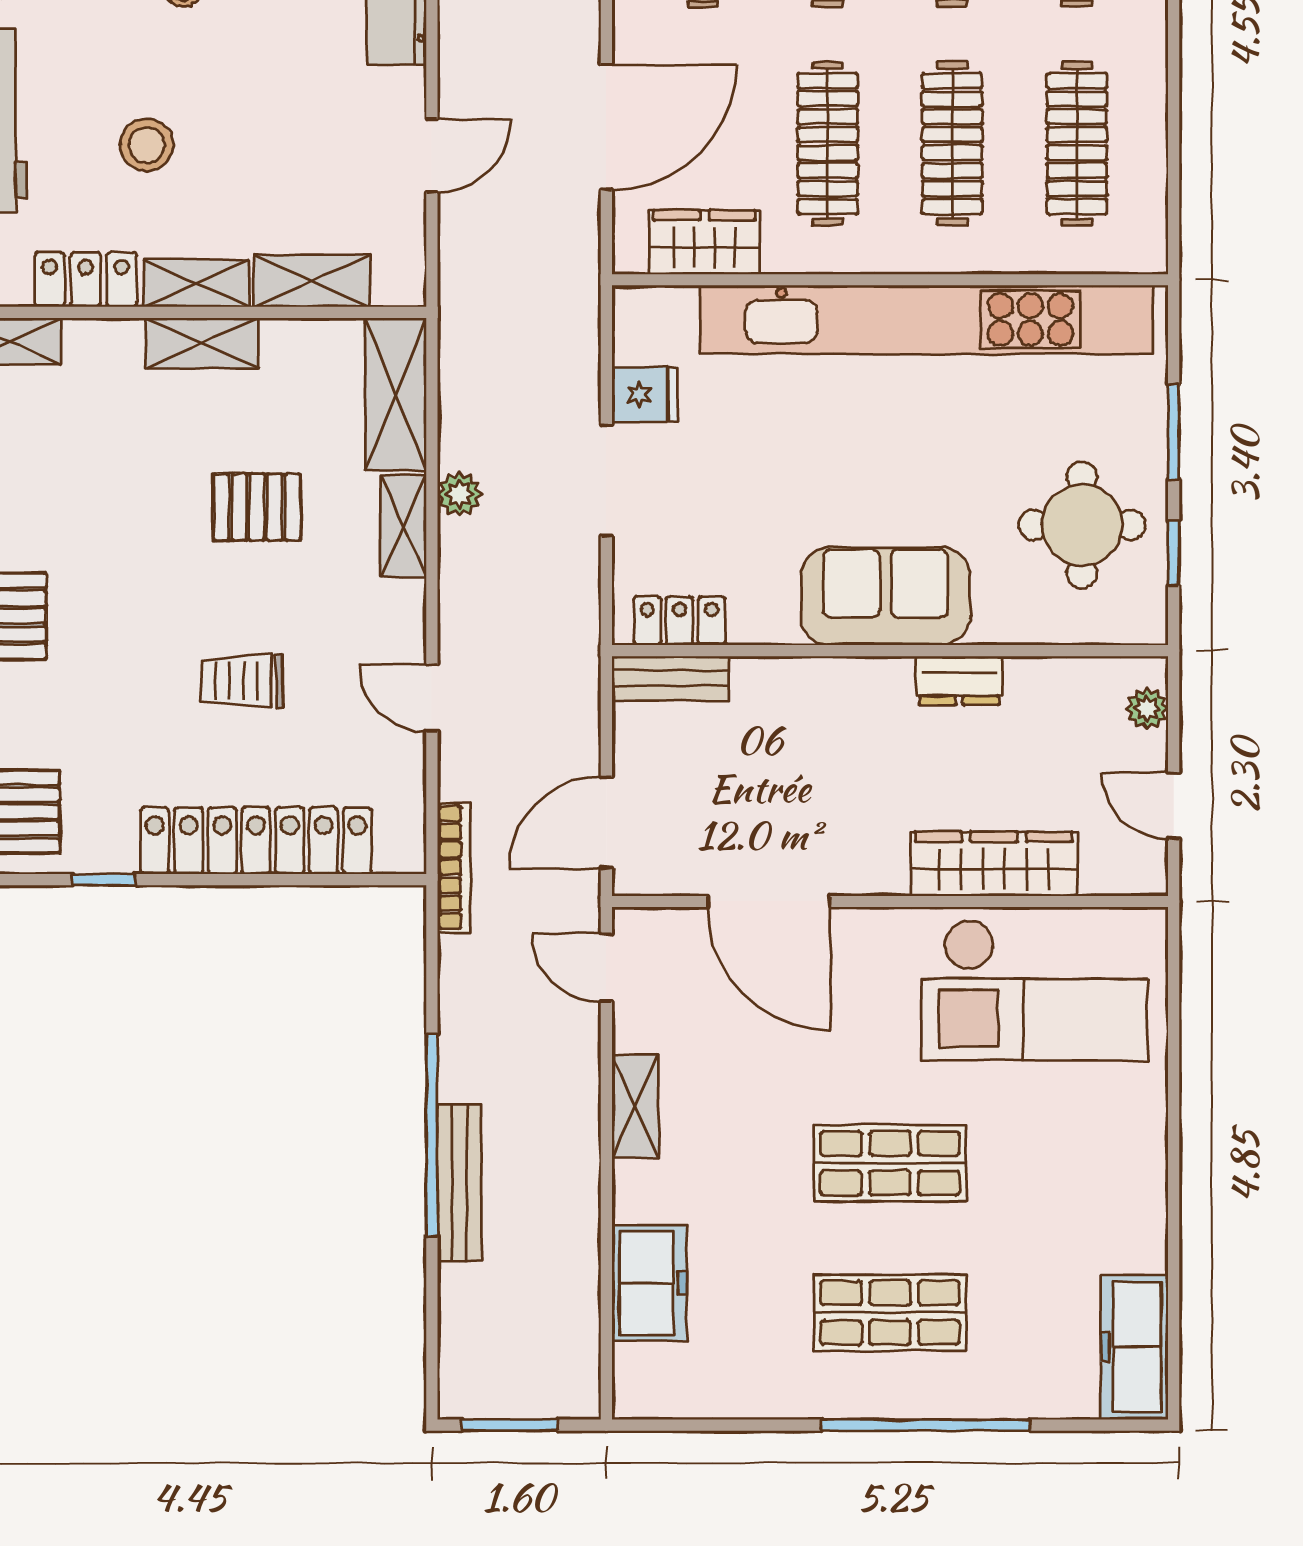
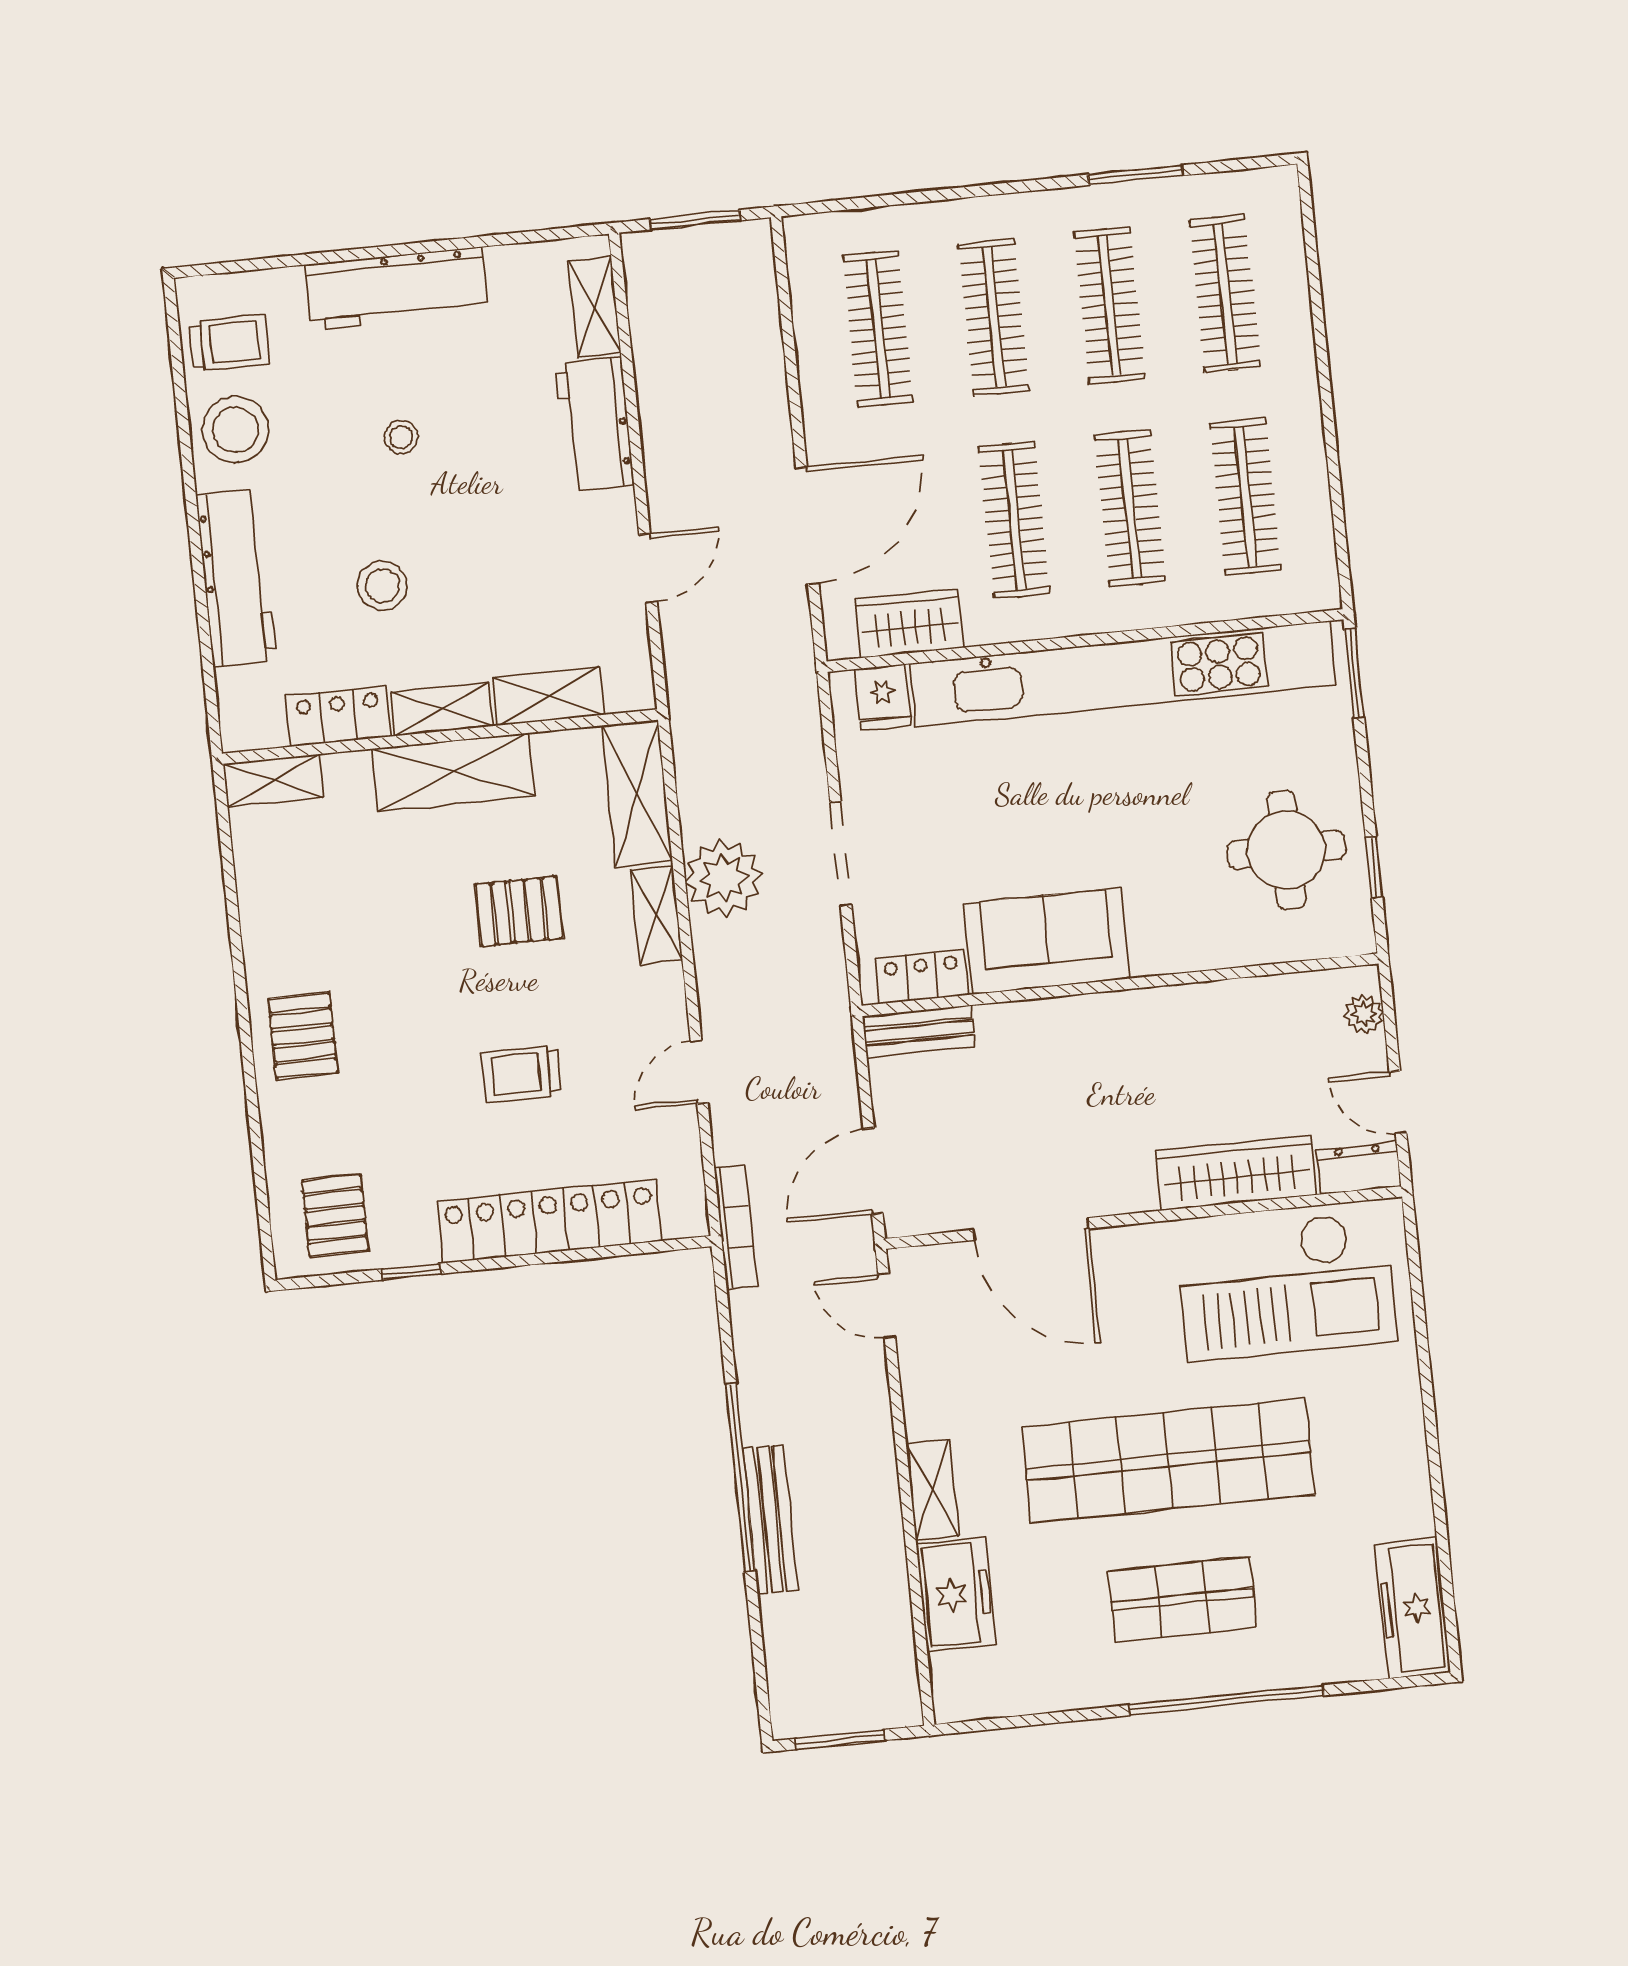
shelving: (202, 343) -> (453, 772), width x1.50, depth x1.33
fridge: (645, 394) -> (883, 697), moved, turned 90
window: (1174, 432) -> (1354, 673), moved
plant: (459, 494) -> (723, 878), width x1.88, depth x1.88
sofa: (886, 596) -> (1047, 941), moved
dresser: (959, 680) -> (1359, 1168), moved, turned 180
door: (432, 698) -> (699, 1072), hinge flipped
shelving: (635, 1106) -> (932, 1490), moved
shop shelf: (890, 1163) -> (1168, 1461), width x2.00, depth x1.36

